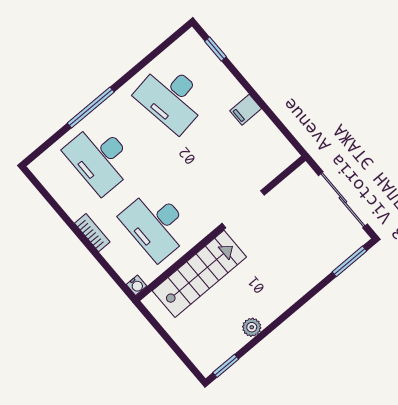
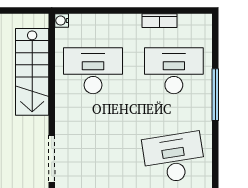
doorway: (243, 209) -> (52, 159), moved
bookcase: (92, 233) -> (159, 21), moved

